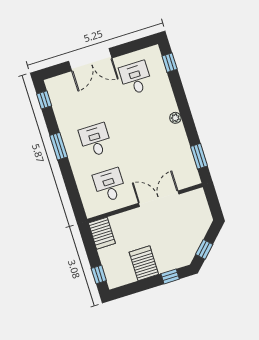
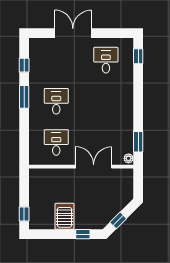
double door: (90, 60) -> (73, 33), swing flipped
window: (44, 100) -> (24, 65), moved
plant: (175, 118) -> (129, 158), moved
server rack: (102, 233) -> (37, 180), removed

